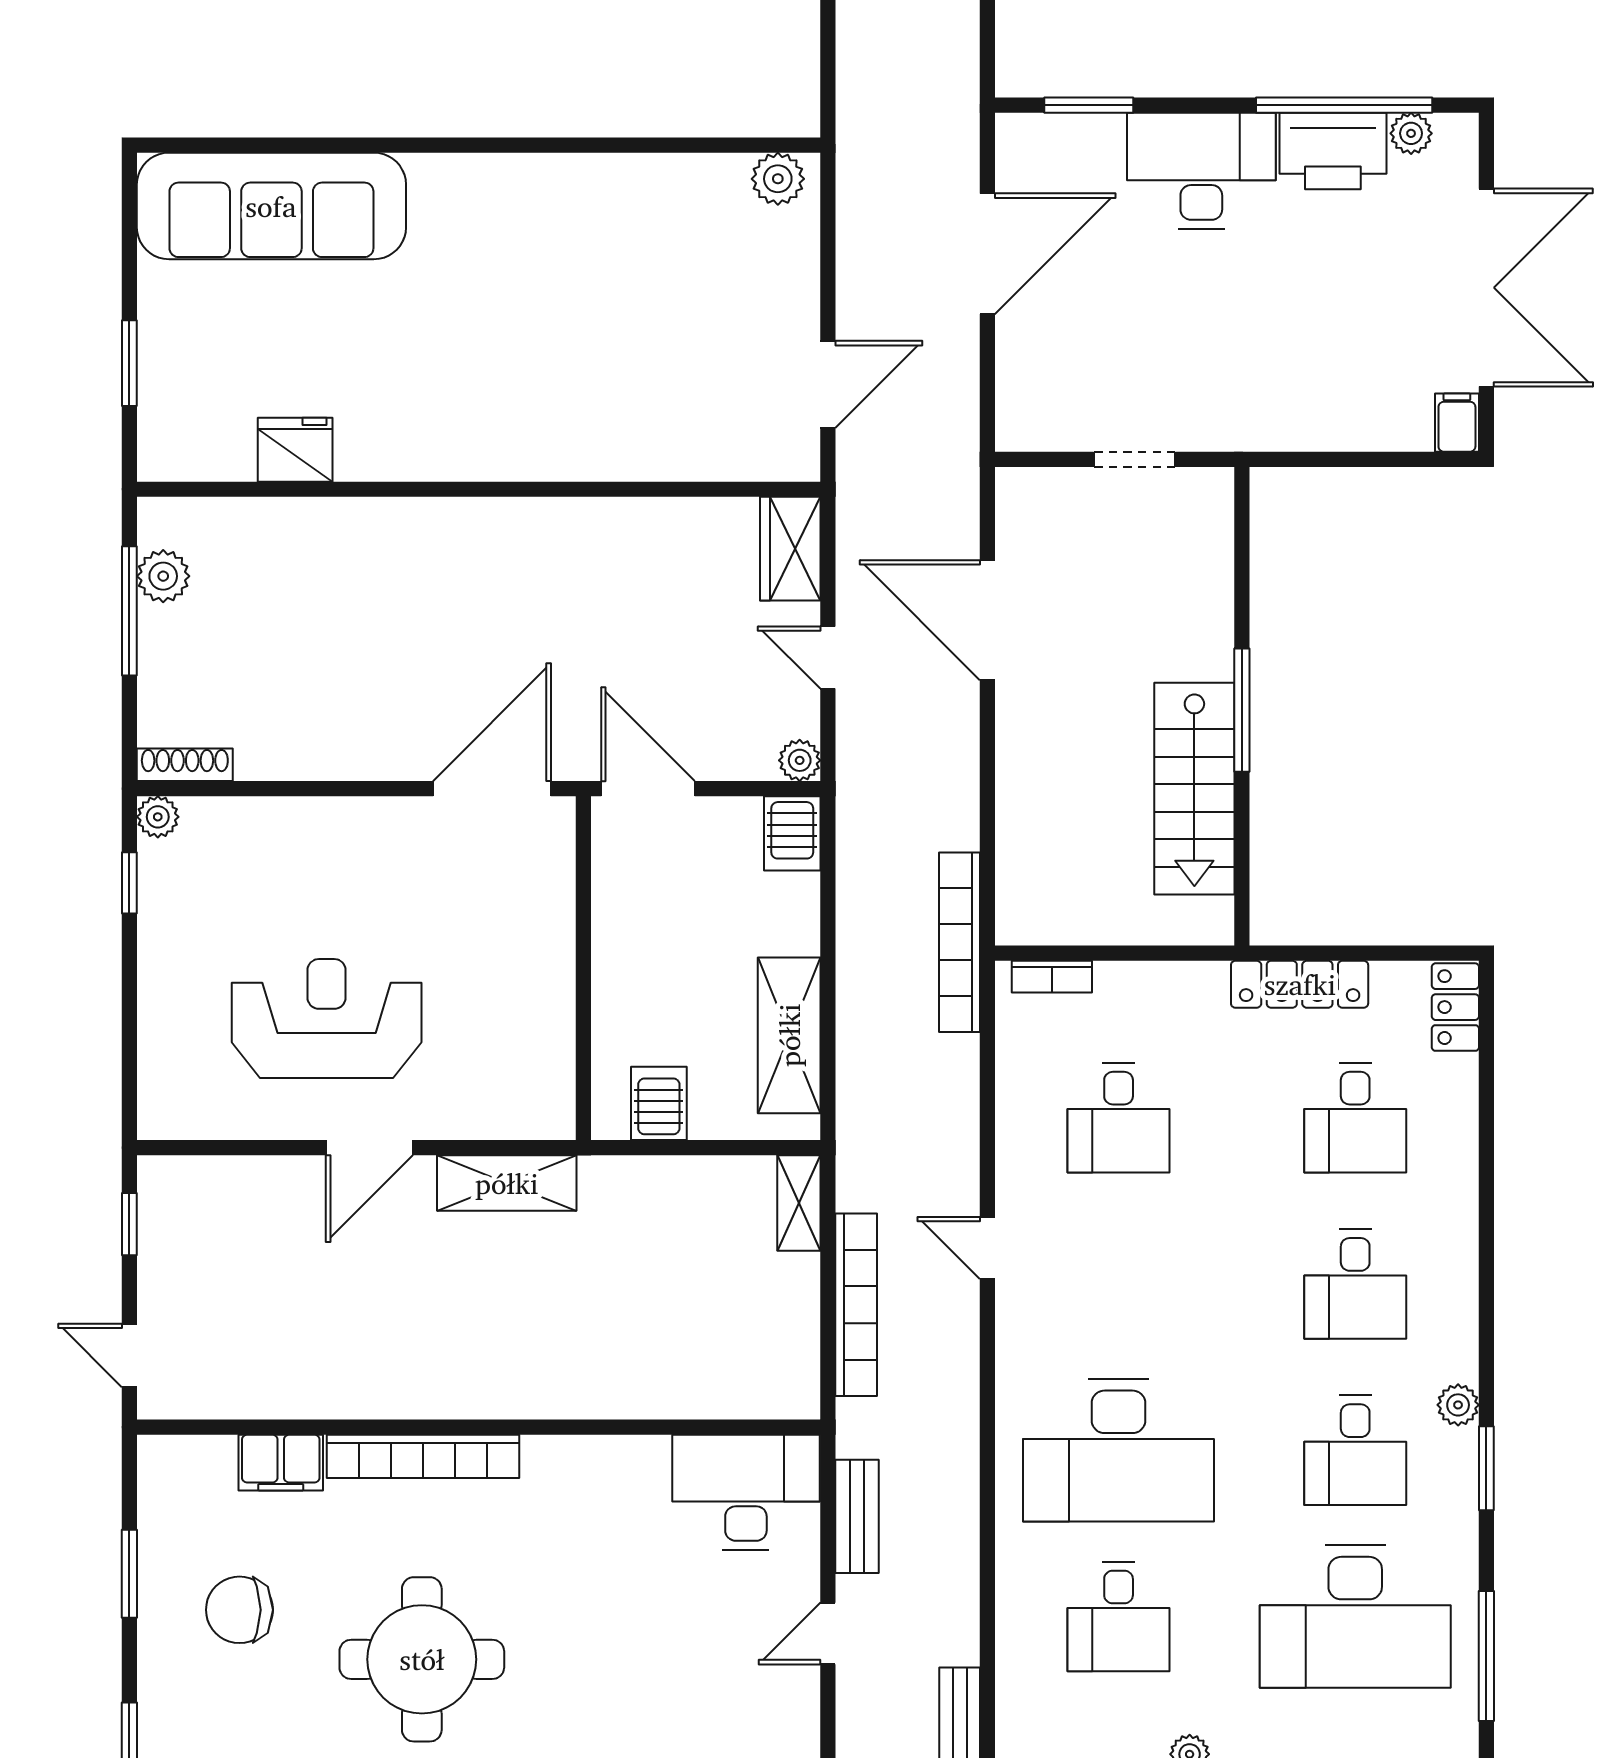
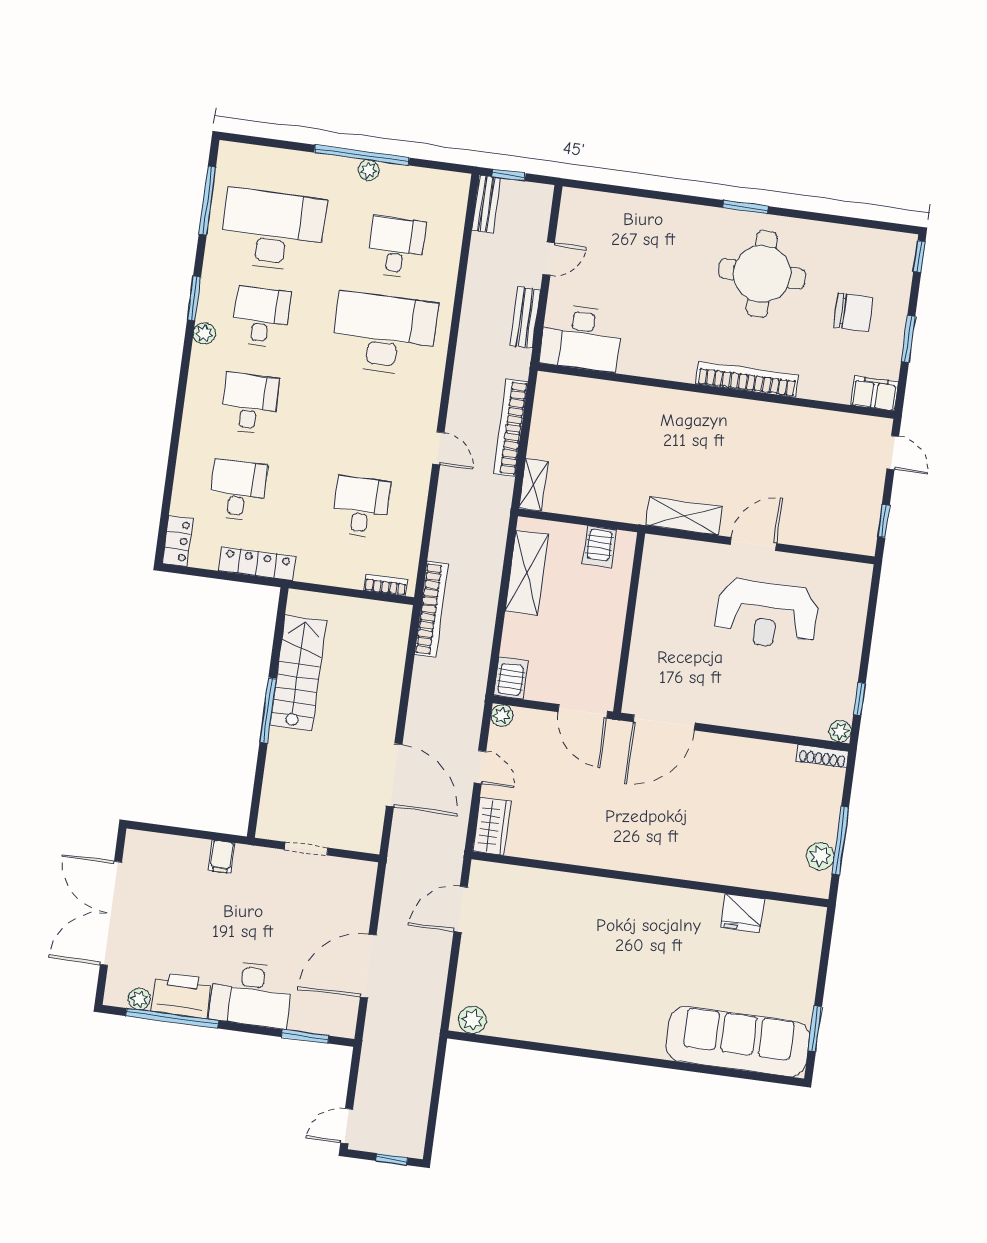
window: (129, 363) -> (815, 1029), moved
filing cabinet: (1457, 423) -> (222, 857), moved
filing cabinet: (281, 1463) -> (875, 393), moved

